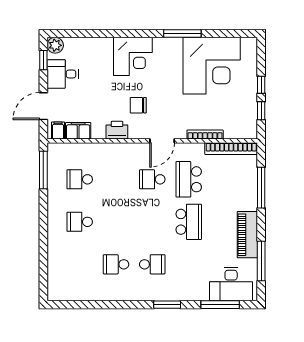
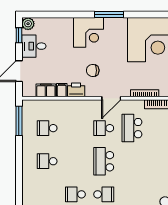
window: (182, 33) -> (109, 15), moved
filing cabinet: (58, 130) -> (62, 90), moved
school desk: (189, 222) -> (104, 161), moved, turned 180

